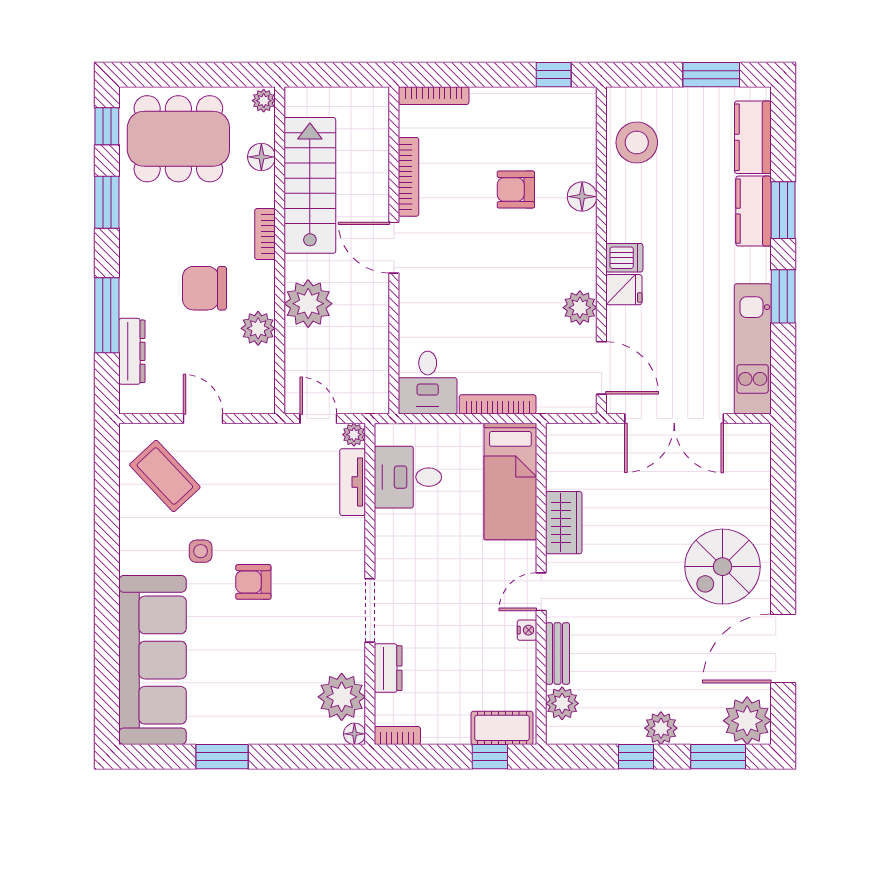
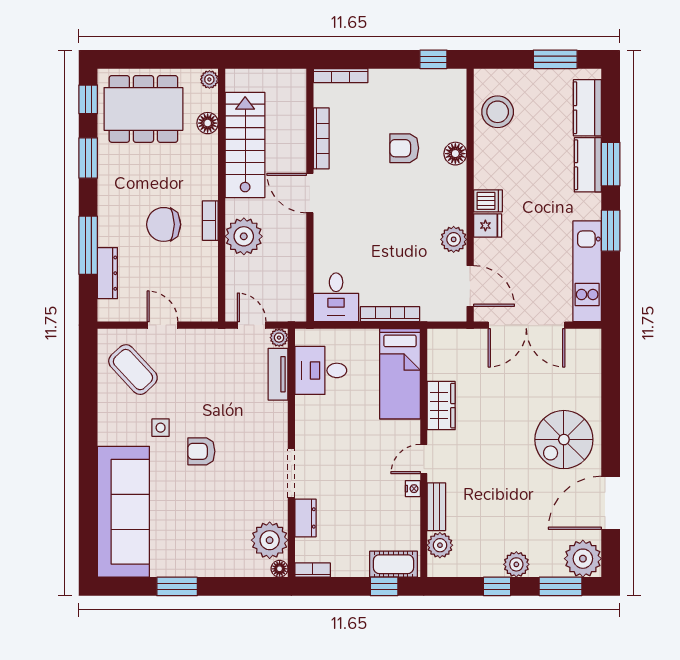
bookcase: (265, 234) -> (210, 221), moved
plant: (258, 328) -> (205, 255), removed

